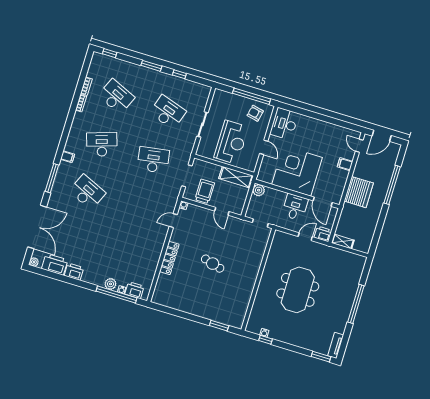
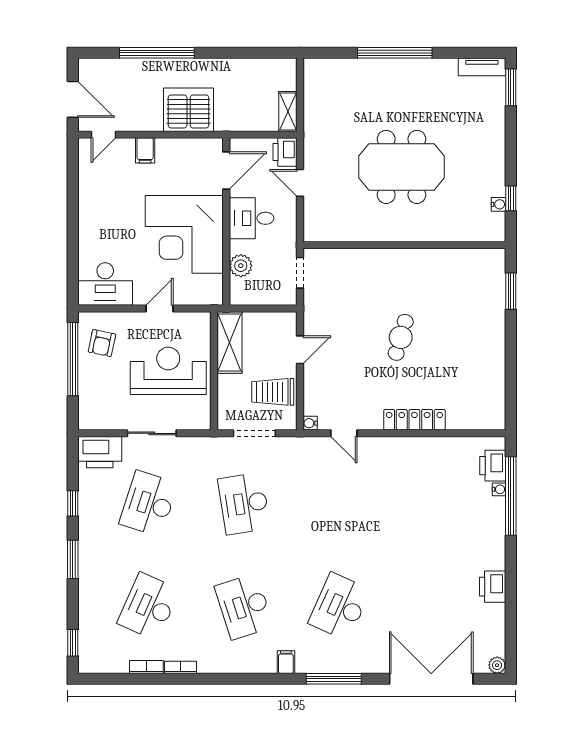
plant: (259, 190) -> (241, 266), moved
printer: (55, 264) -> (100, 452), moved, turned -90
plant: (110, 284) -> (495, 513), removed

